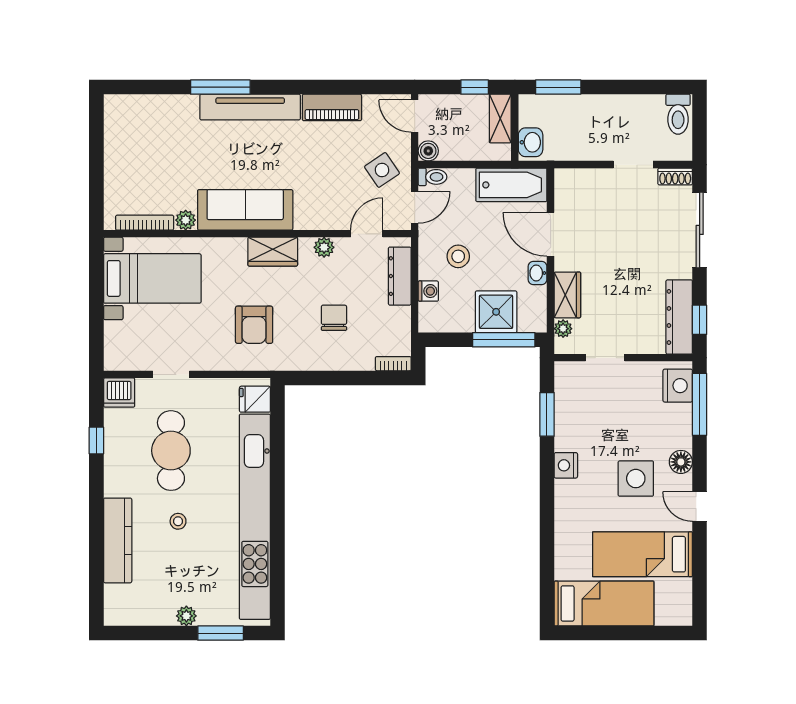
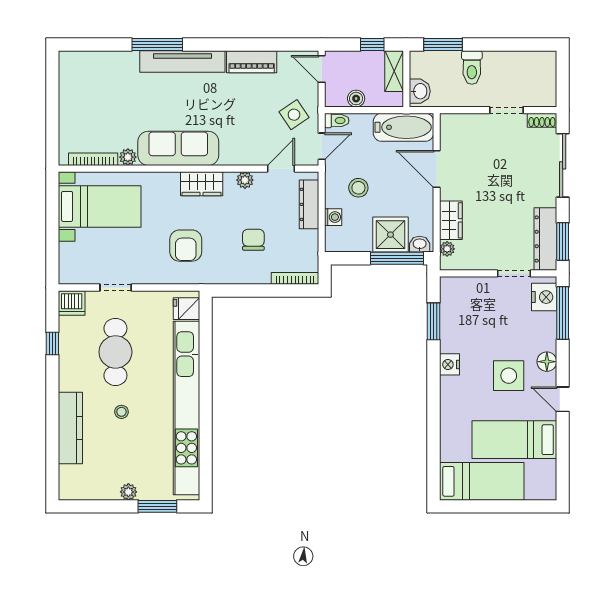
toilet: (678, 114) -> (472, 67), moved
boiler: (428, 151) -> (356, 99), moved
washbasin: (538, 273) -> (420, 244), moved, turned 90
window: (700, 320) -> (563, 241), width x1.50
doorway: (605, 358) -> (514, 273), moved
bookcase: (393, 364) -> (295, 278), width x1.56

